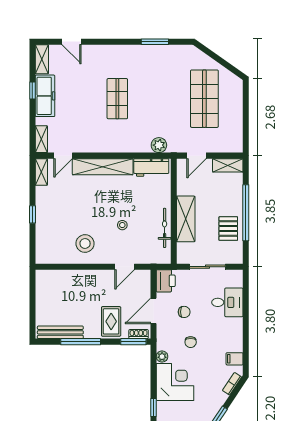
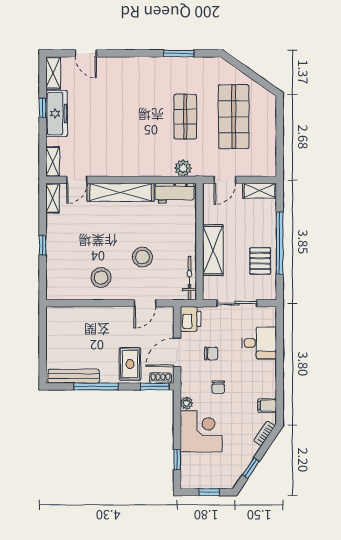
shop shelf: (117, 99) -> (185, 117), moved
stool: (122, 225) -> (142, 257), width x1.89, depth x1.89
bicycle: (165, 228) -> (189, 278), moved

